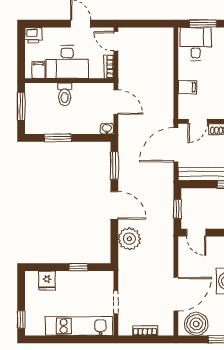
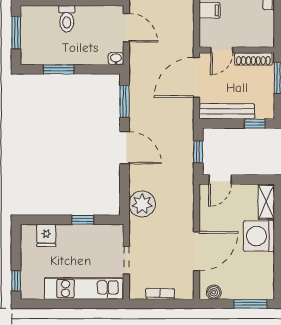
door: (196, 233) -> (220, 180), hinge flipped
plant: (129, 239) -> (142, 204), moved
boiler: (196, 324) -> (214, 292), width x0.54, depth x0.54

